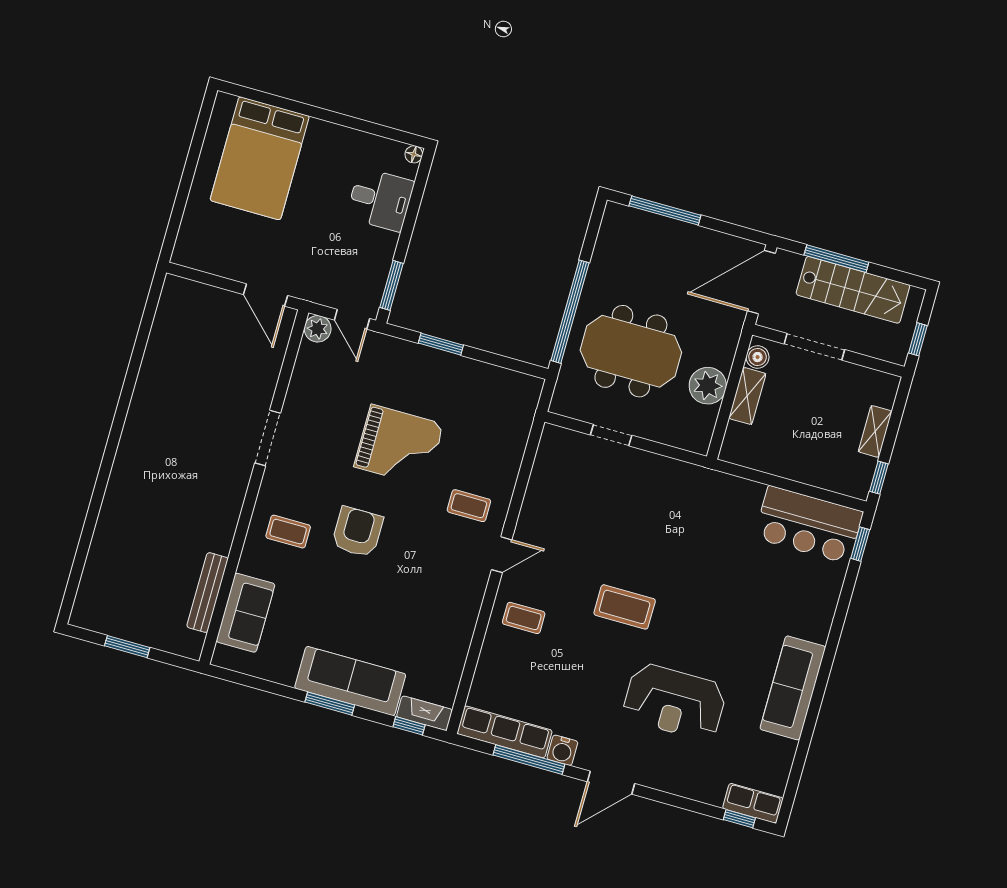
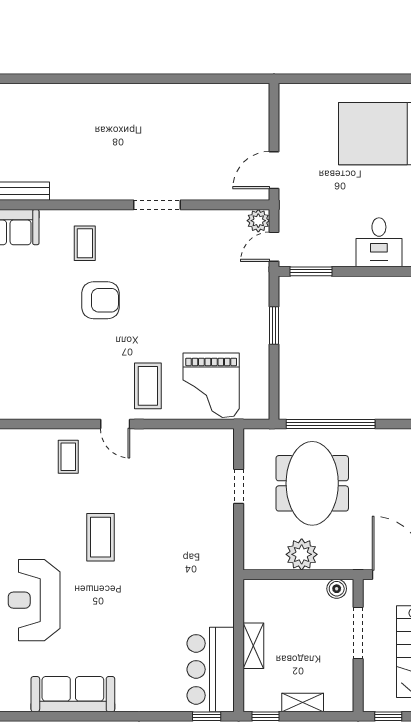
shelving: (747, 396) -> (253, 646), moved, turned 90
grand piano: (399, 445) -> (211, 385), moved
coffee table: (469, 506) -> (148, 386), width x1.36, depth x1.30

